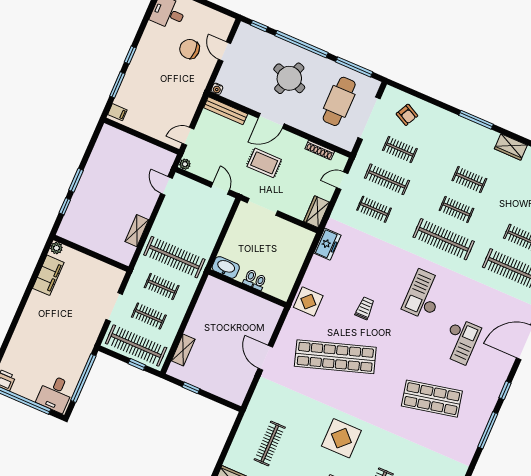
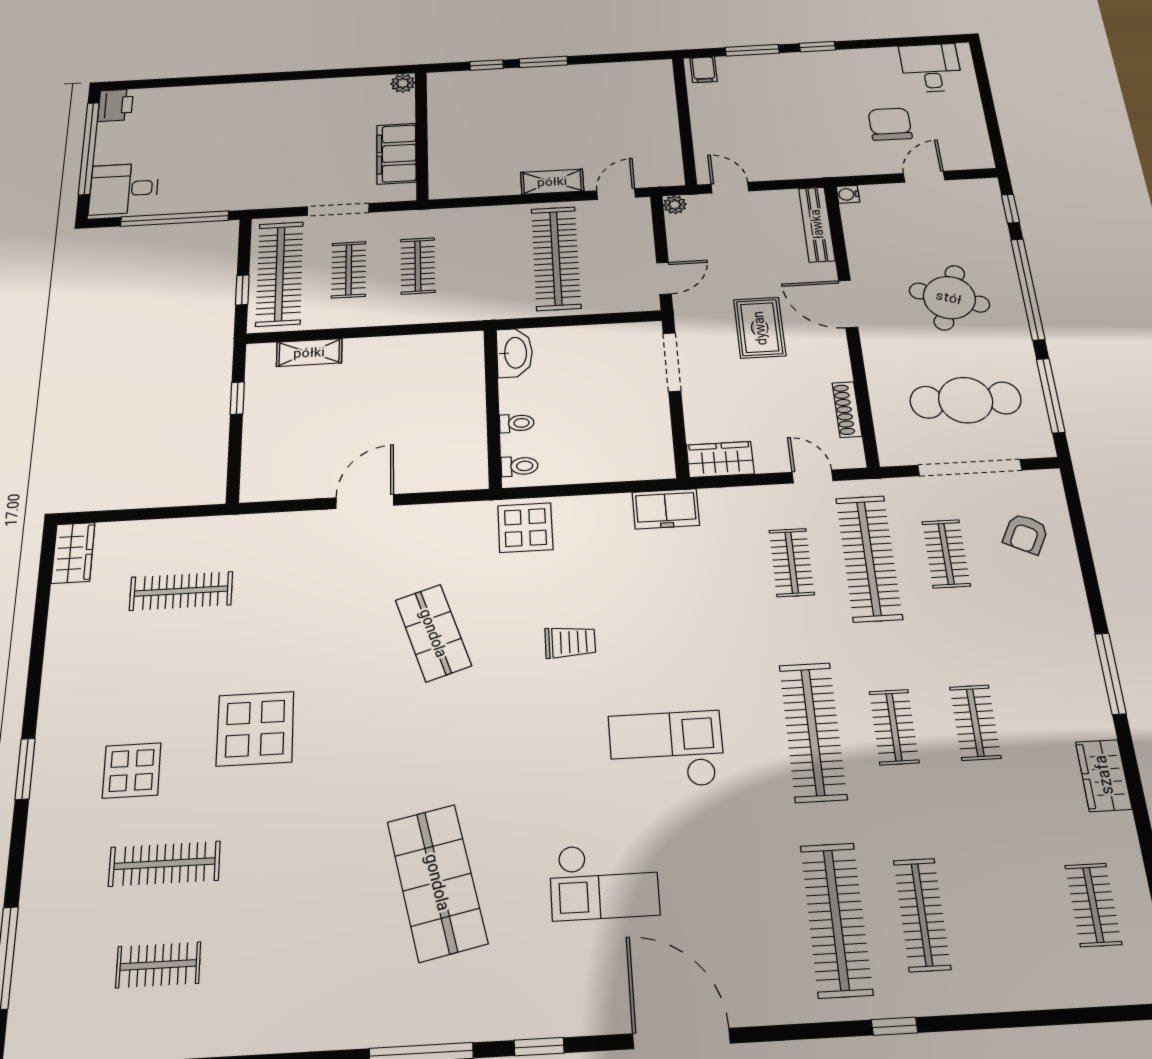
clothes rail: (387, 179) -> (869, 558), width x1.37, depth x1.31
shelving: (137, 231) -> (552, 182), moved
clothes rail: (174, 257) -> (556, 258), moved
filing cabinet: (48, 275) -> (396, 154), moved, turned 90
toilet: (250, 278) -> (520, 466), moved
shop shelf: (335, 357) -> (433, 633), width x0.50, depth x0.74

